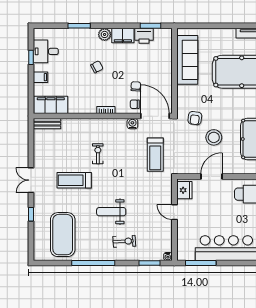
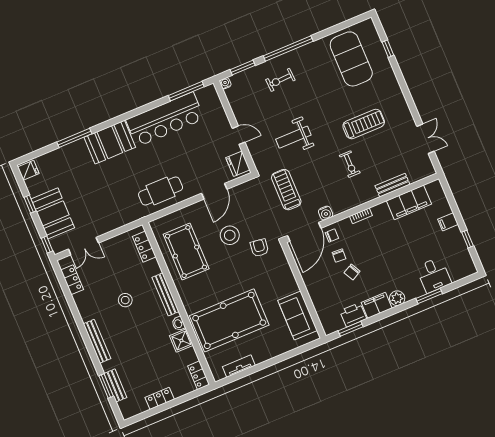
desk: (46, 51) -> (434, 275), moved, turned 90
sofa: (187, 60) -> (298, 316), width x0.73
chair: (97, 67) -> (352, 272), moved
filing cabinet: (51, 105) -> (409, 202), moved
door: (155, 116) -> (304, 232), hinge flipped
bench: (47, 124) -> (392, 185), moved
double door: (31, 180) -> (426, 139), moved
weight bench: (111, 212) -> (293, 137), moved, turned 180
window: (31, 214) -> (388, 49), moved
window: (93, 263) -> (288, 49), moved

